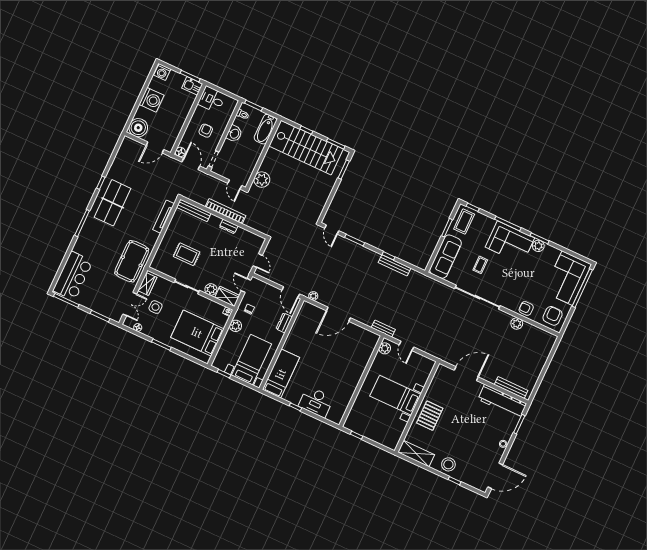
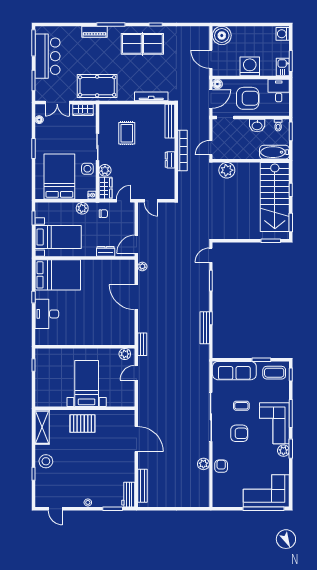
washing machine: (151, 100) -> (250, 66), moved, turned 180
armchair: (206, 131) -> (248, 98), width x1.88, depth x1.88
piano: (82, 241) -> (95, 32), added
door: (258, 261) -> (151, 201), hinge flipped
bar counter: (73, 276) -> (48, 56), moved, turned -90
side table: (156, 307) -> (87, 169), moved
armchair: (553, 316) -> (239, 433), moved
bed: (281, 374) -> (58, 275), width x1.50
workbench: (502, 401) -> (128, 495), width x0.53, depth x0.76
door: (495, 476) -> (55, 509), width x0.53

